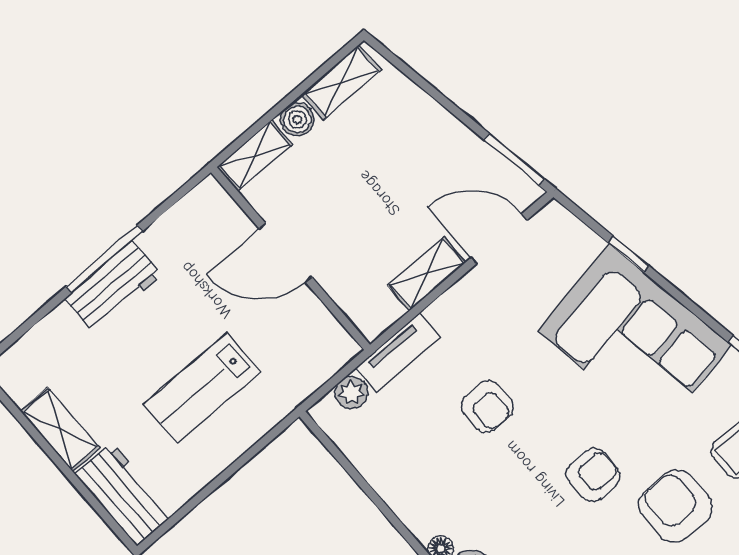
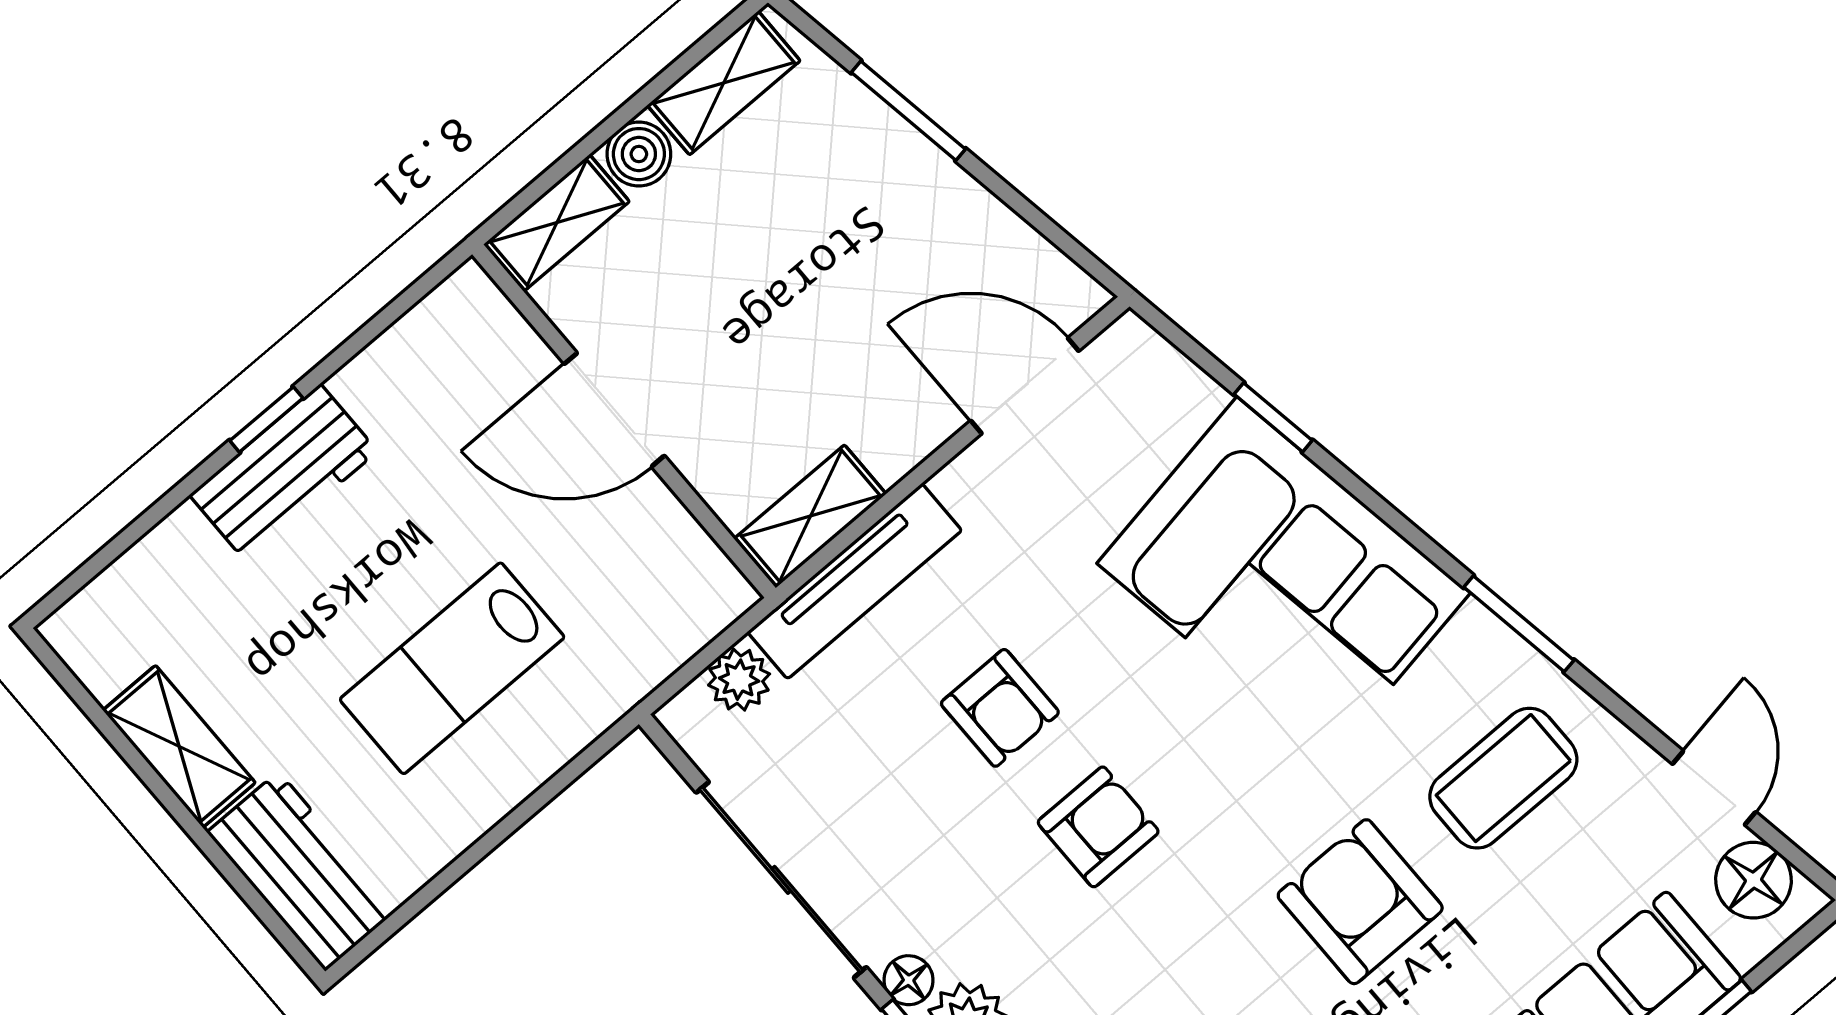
window: (514, 160) -> (908, 111), moved
window: (104, 259) -> (266, 419), width x0.46
shelving: (427, 274) -> (811, 516), moved
tv unit: (398, 352) -> (855, 581), width x1.41
armchair: (593, 475) -> (1098, 827), moved
sliding door: (374, 497) -> (781, 880), added

